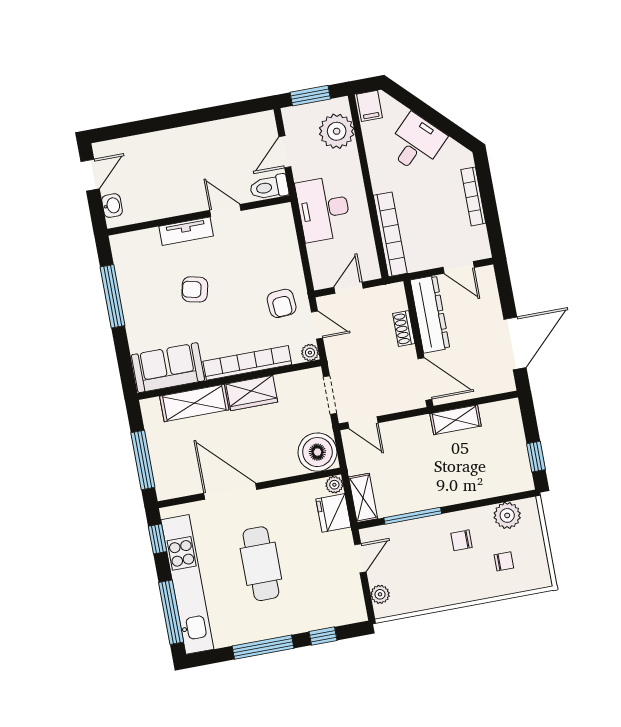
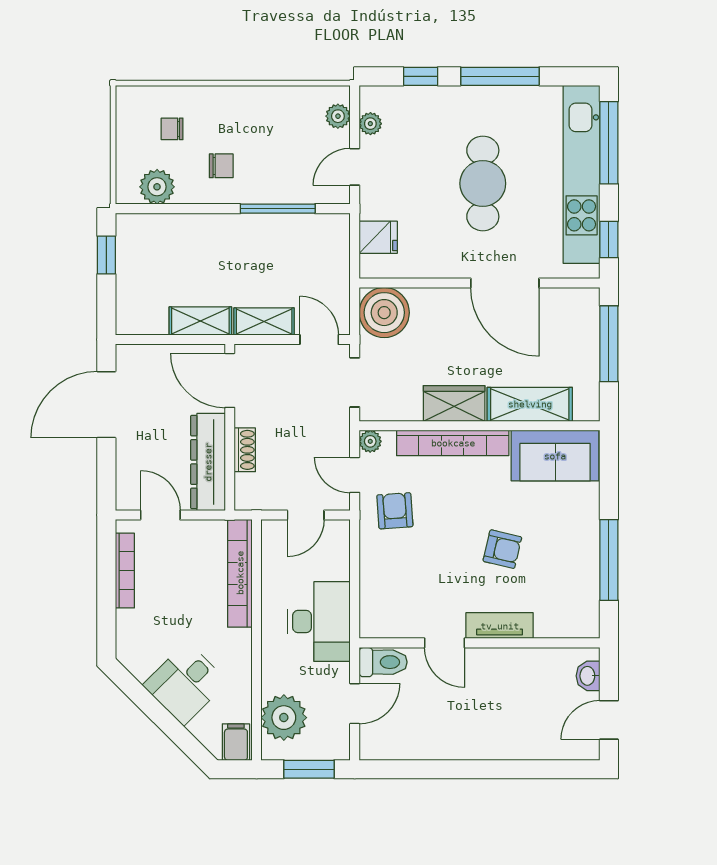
bookcase: (473, 196) -> (125, 571), moved
plant: (334, 485) -> (370, 124), moved
shelving: (363, 498) -> (264, 322), moved, turned 90
fridge: (333, 513) -> (378, 237), width x0.72

